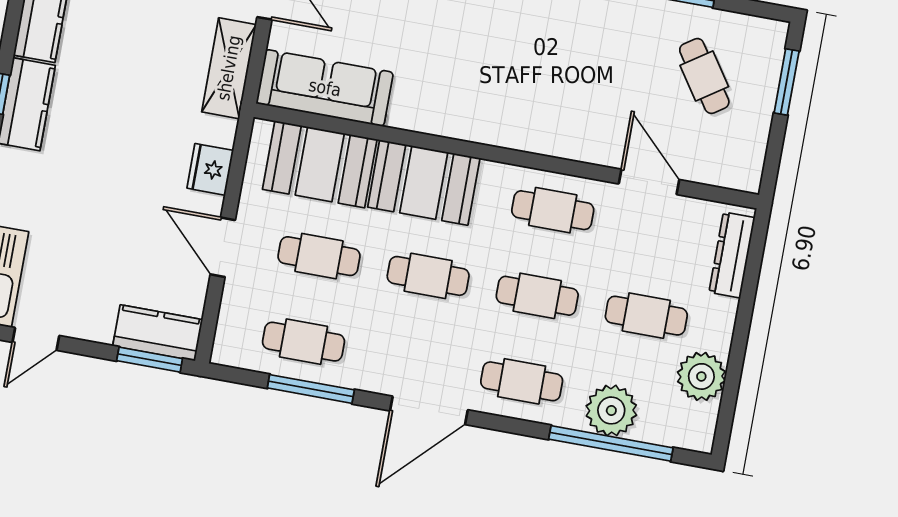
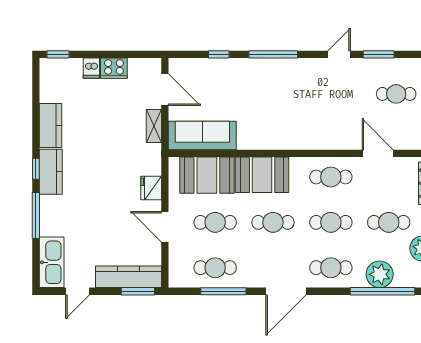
shelving: (229, 68) -> (154, 126), width x0.67, depth x0.75
cafe table: (704, 76) -> (396, 94), turned -56
kitchen counter: (158, 333) -> (129, 277), width x1.50

